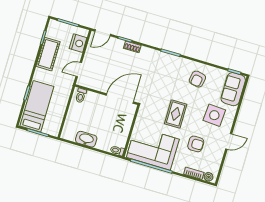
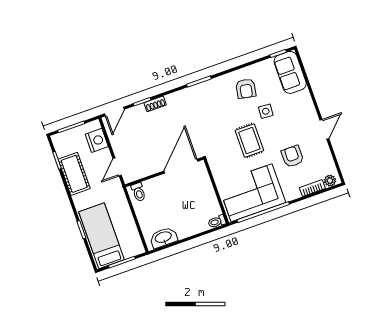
side table: (214, 115) -> (266, 111), moved, width x0.54, depth x0.54
washbasin: (86, 139) -> (163, 238), moved
armchair: (196, 144) -> (292, 156), turned -90

